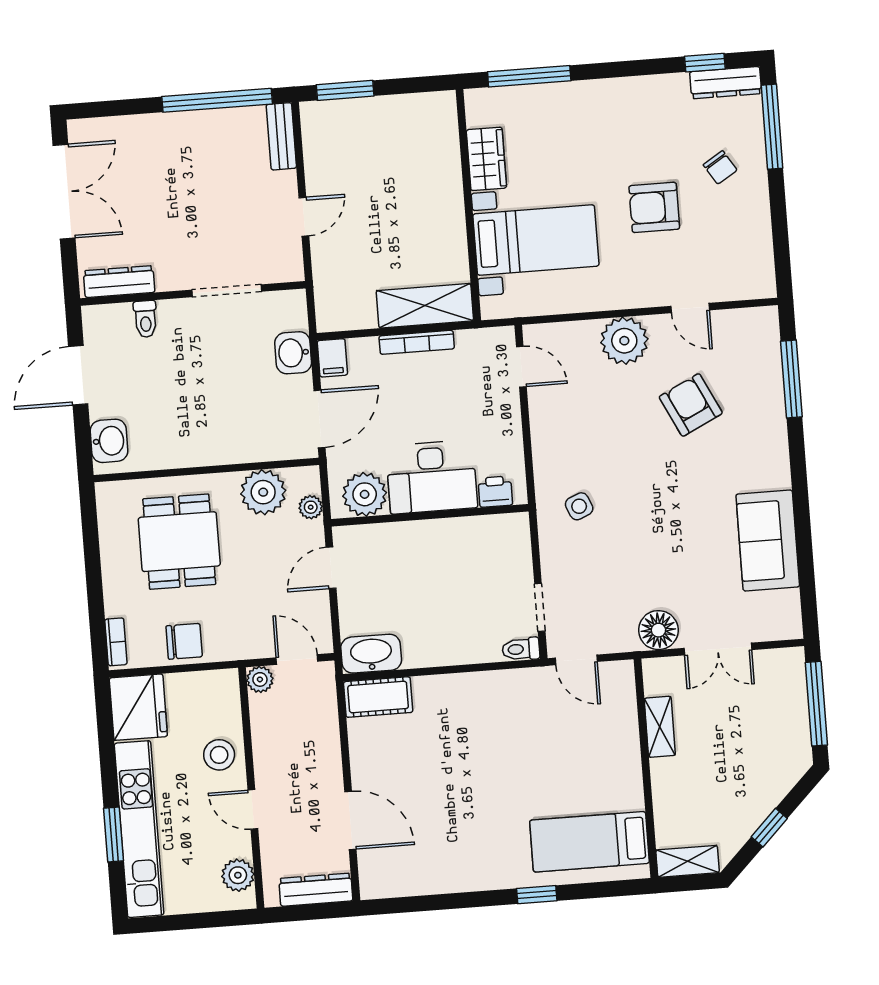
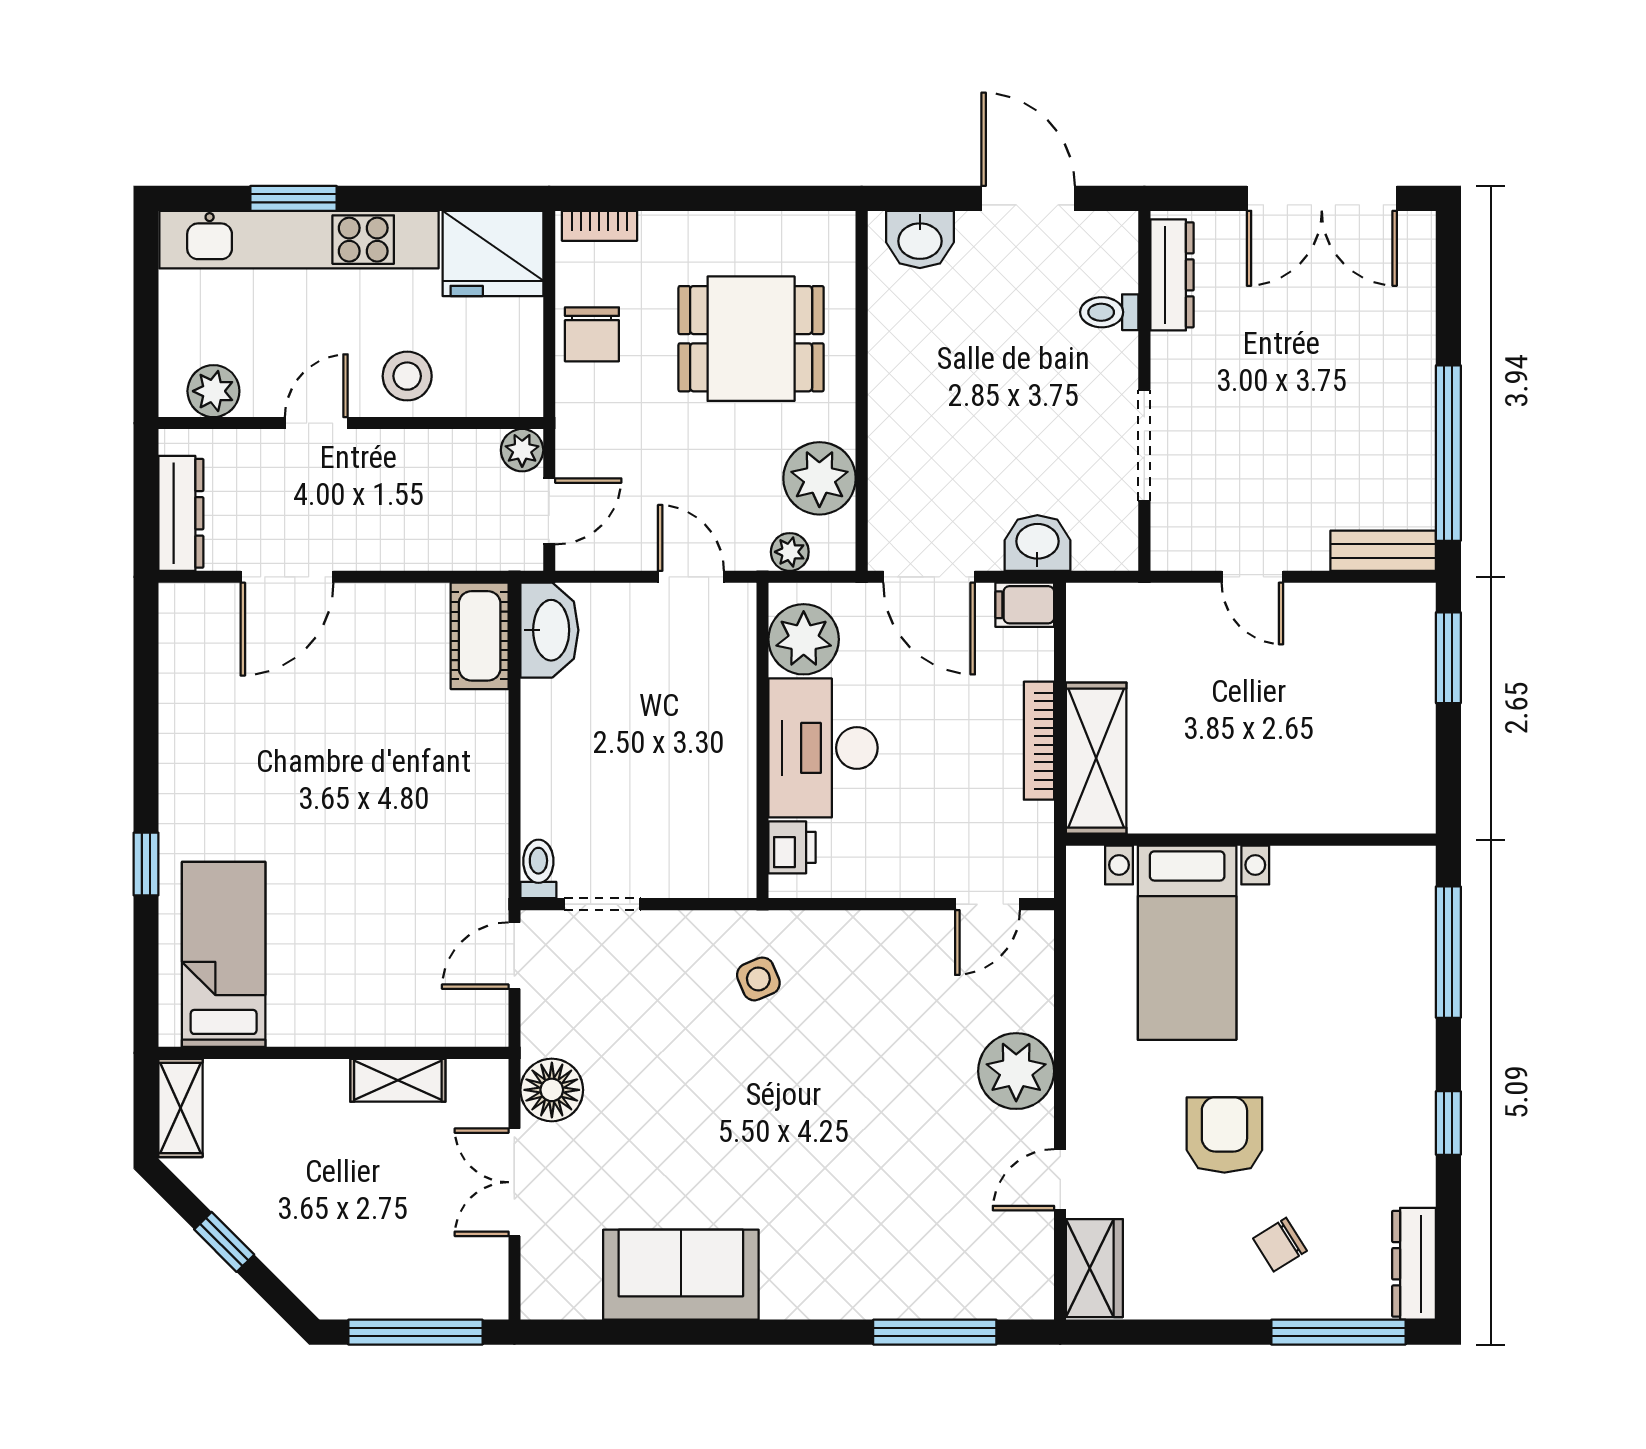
window: (705, 63) -> (1448, 1123), moved
wardrobe: (486, 159) -> (1094, 1268), moved, turned -90
armchair: (691, 405) -> (906, 1169), removed

